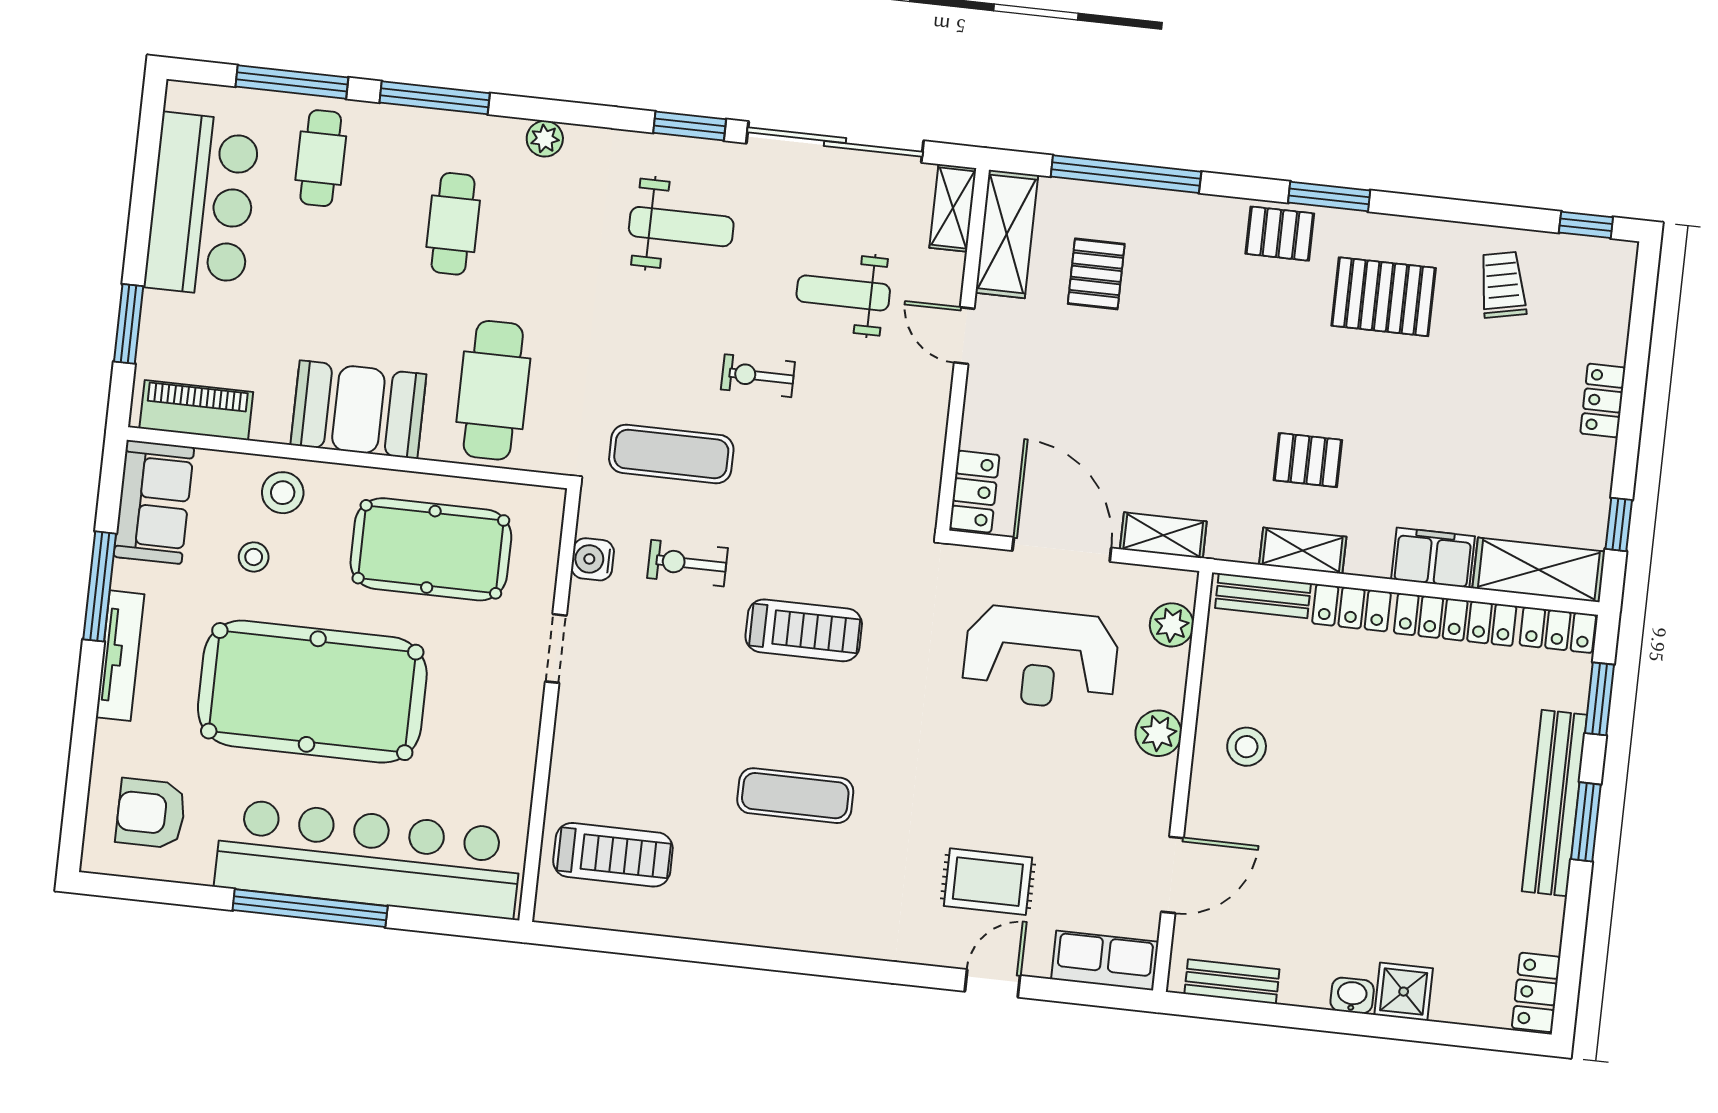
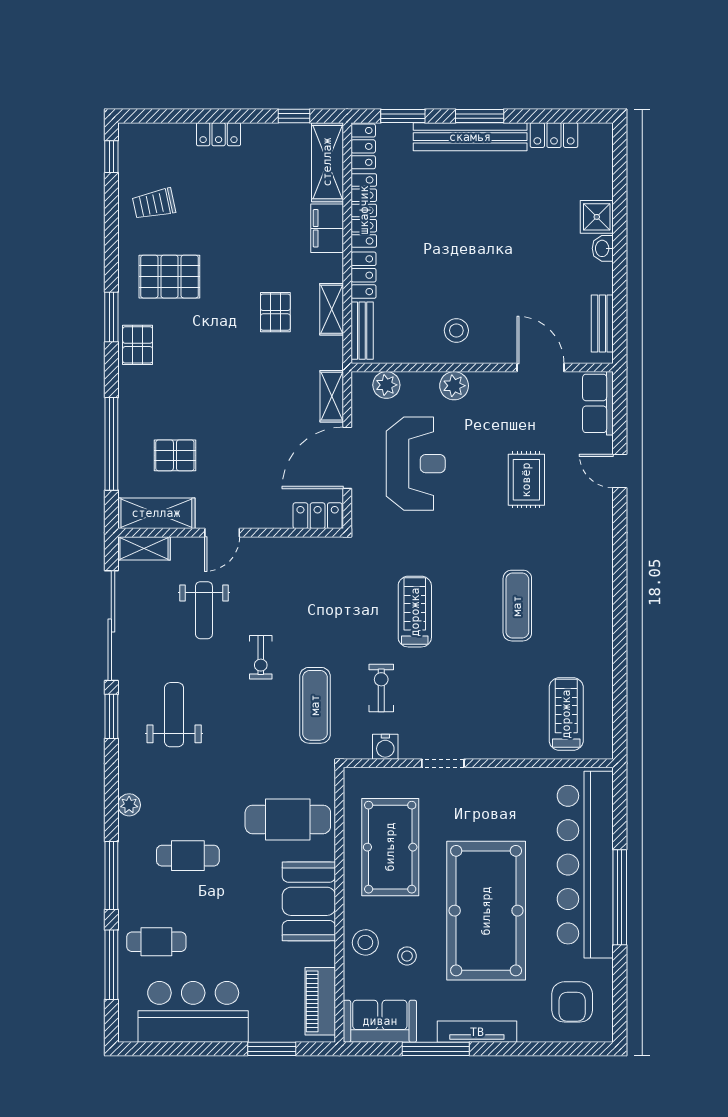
pallet: (1384, 297) -> (169, 277), turned 90
exercise bike: (687, 563) -> (381, 688), turned 180
rug: (988, 882) -> (526, 480), moved
locker: (1536, 992) -> (554, 135), moved

